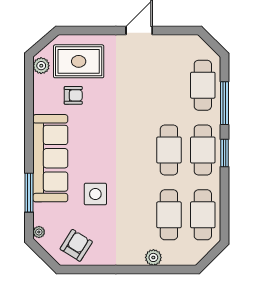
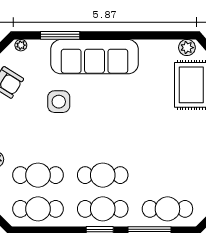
armchair: (73, 95) -> (157, 79), removed

